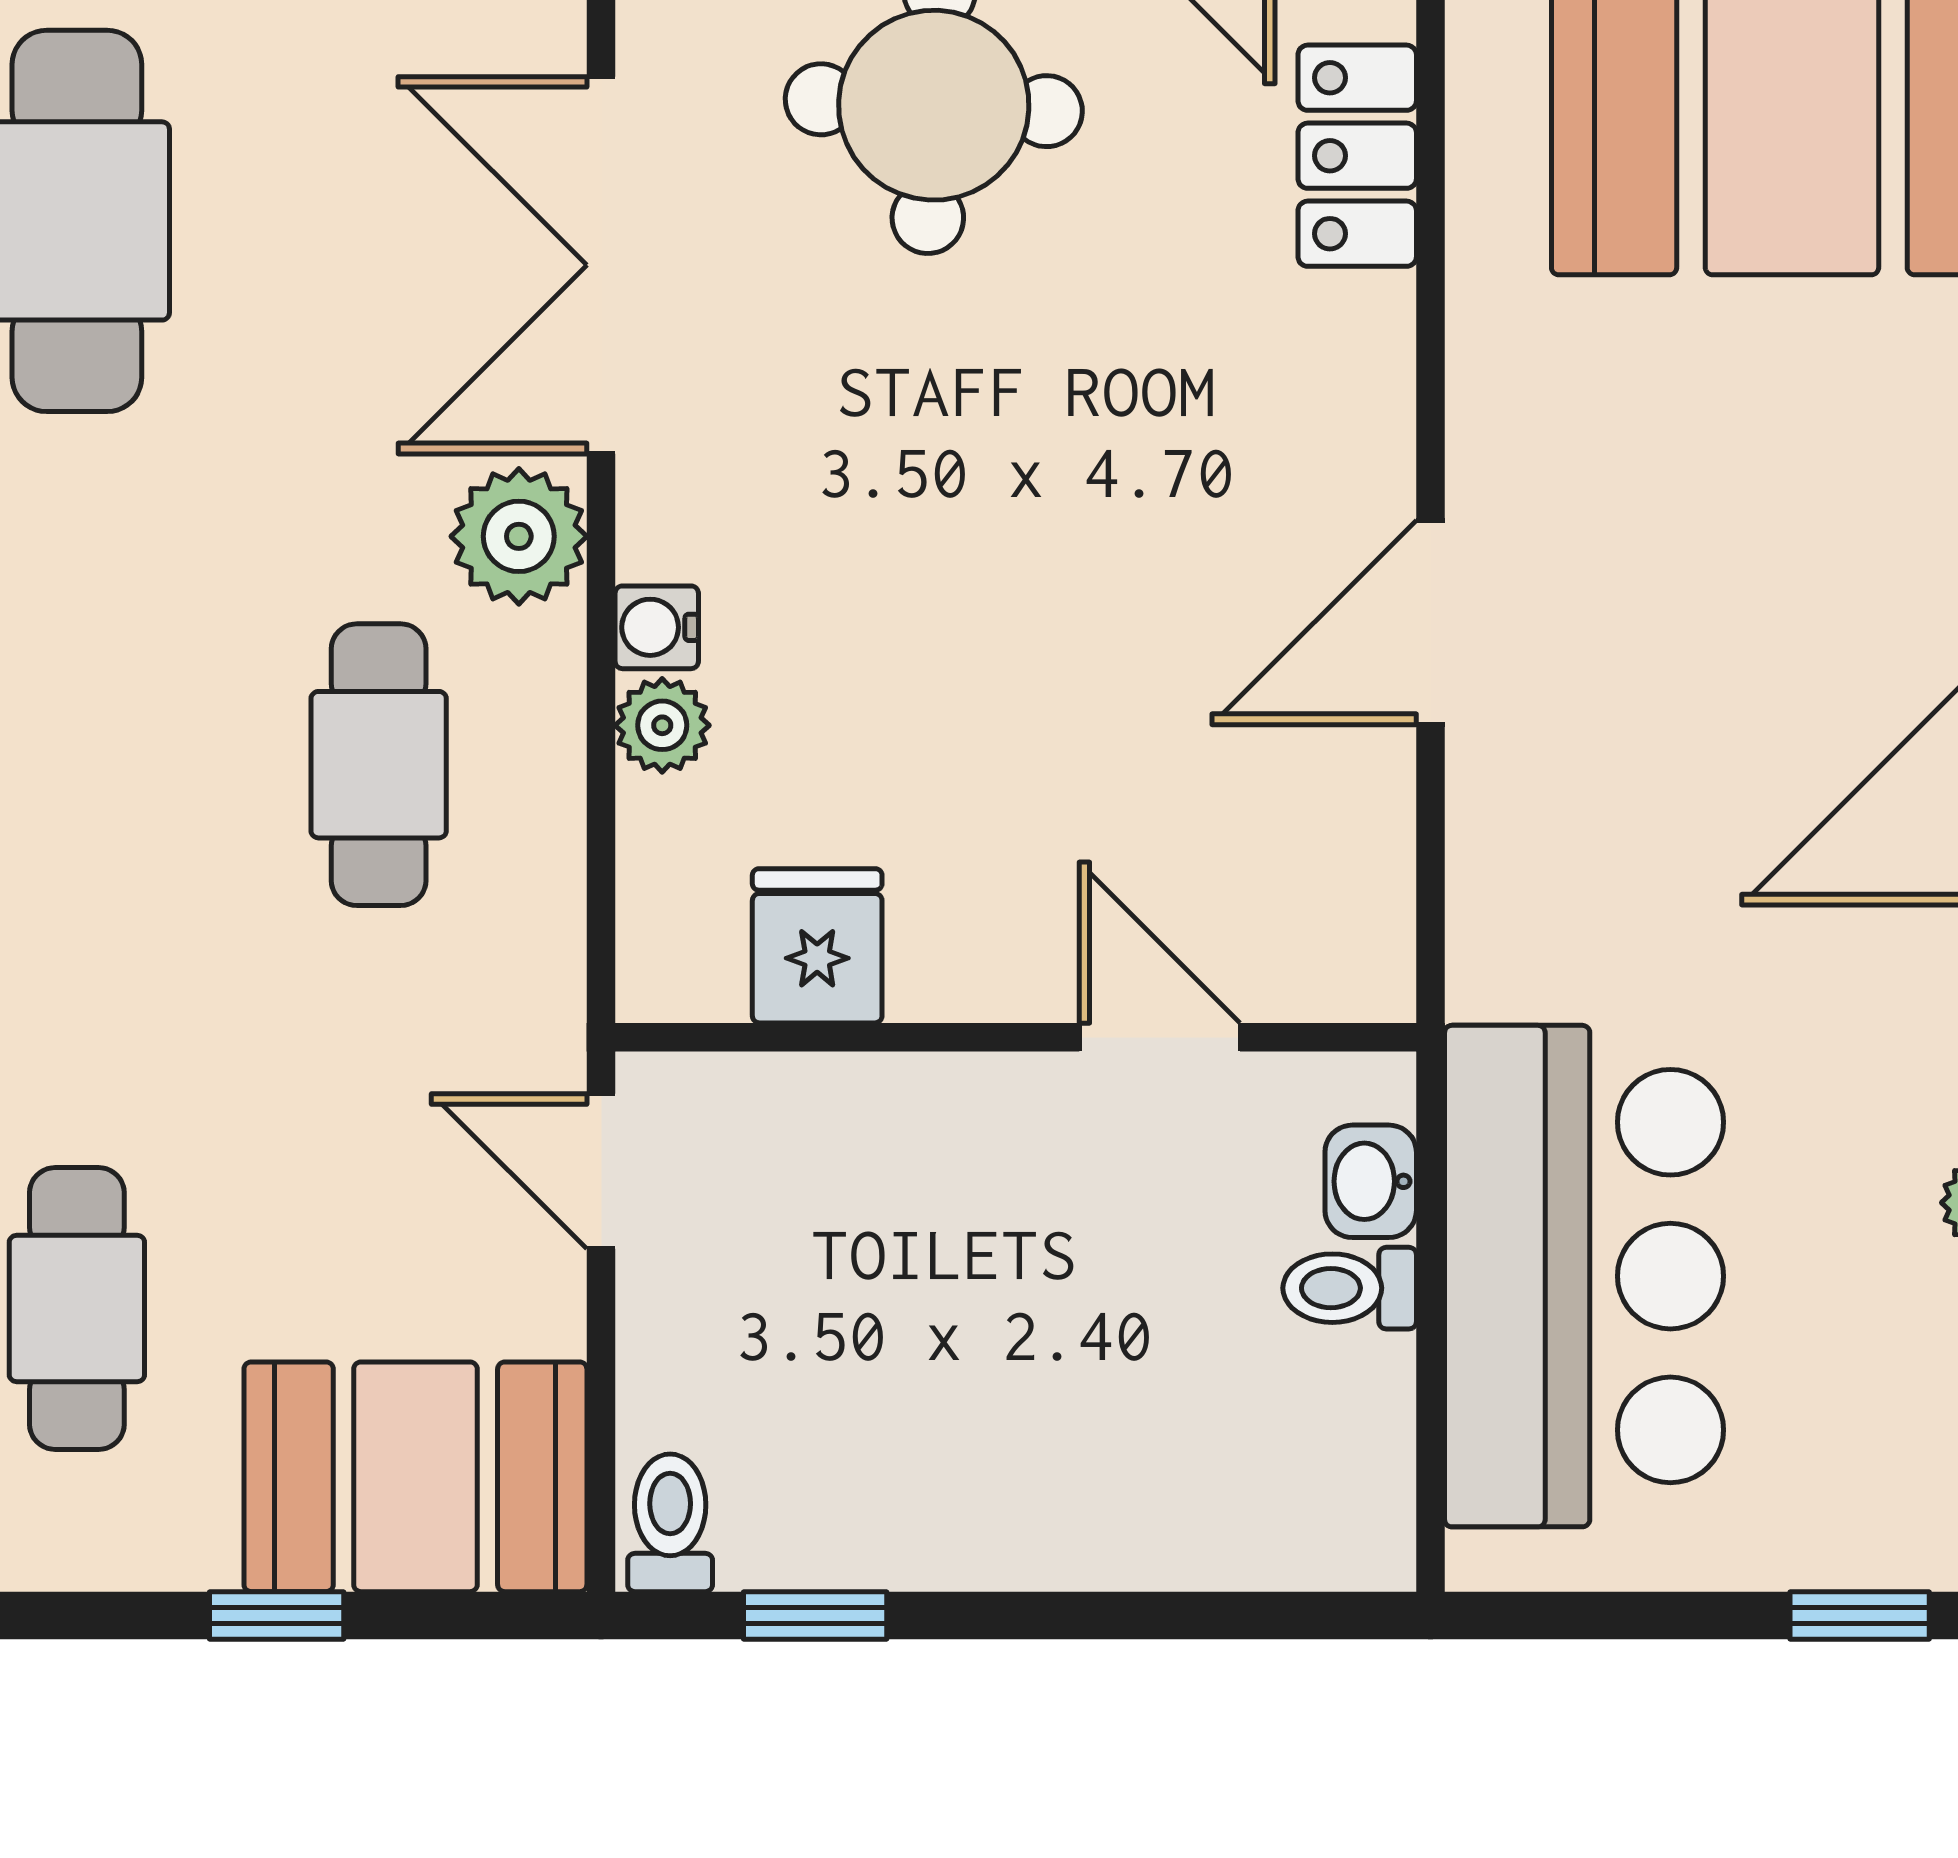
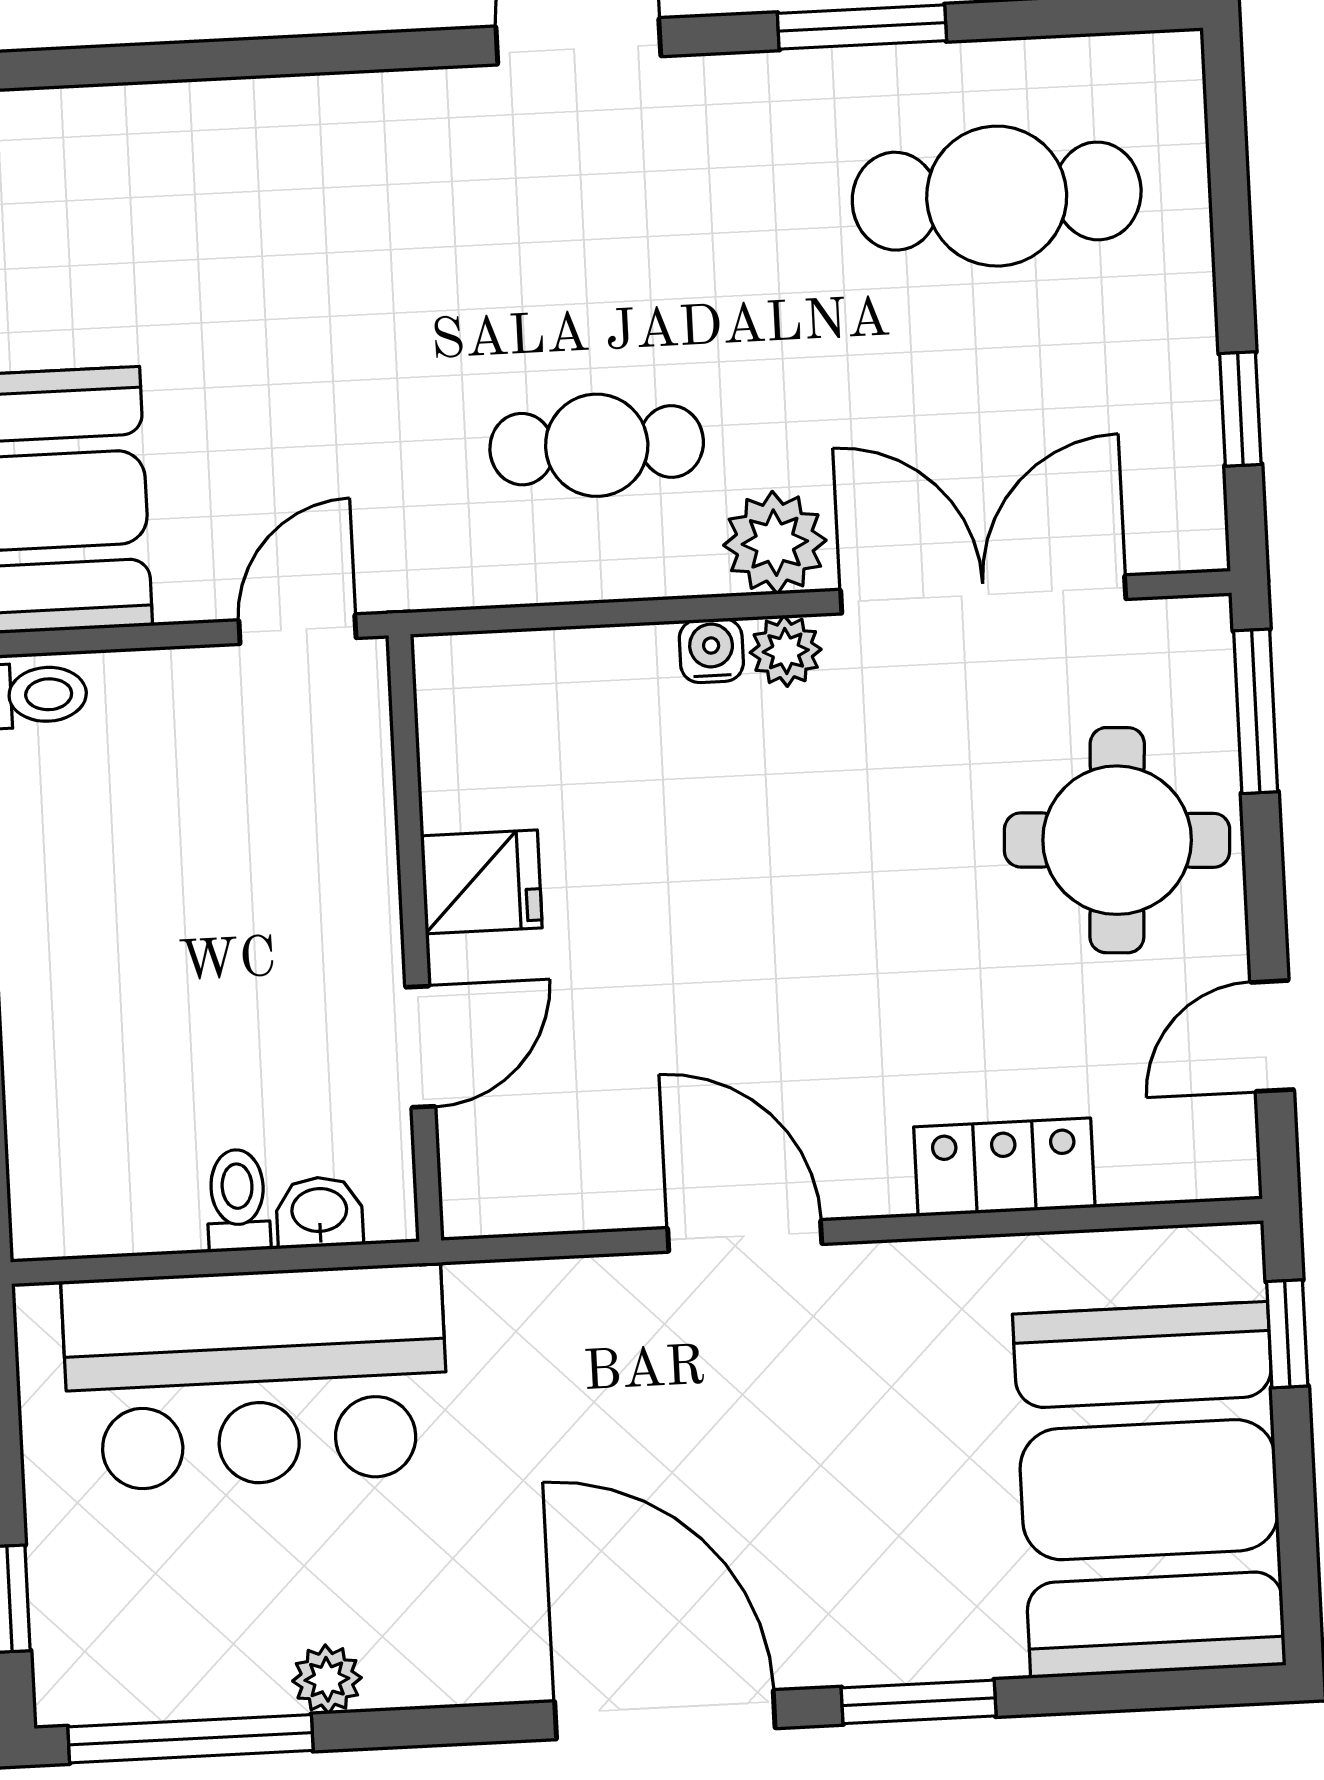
locker: (1357, 156) -> (1004, 1167), moved
plant: (662, 725) -> (786, 651), moved
fridge: (817, 946) -> (481, 882), moved
cafe table: (77, 1308) -> (174, 238), removed

